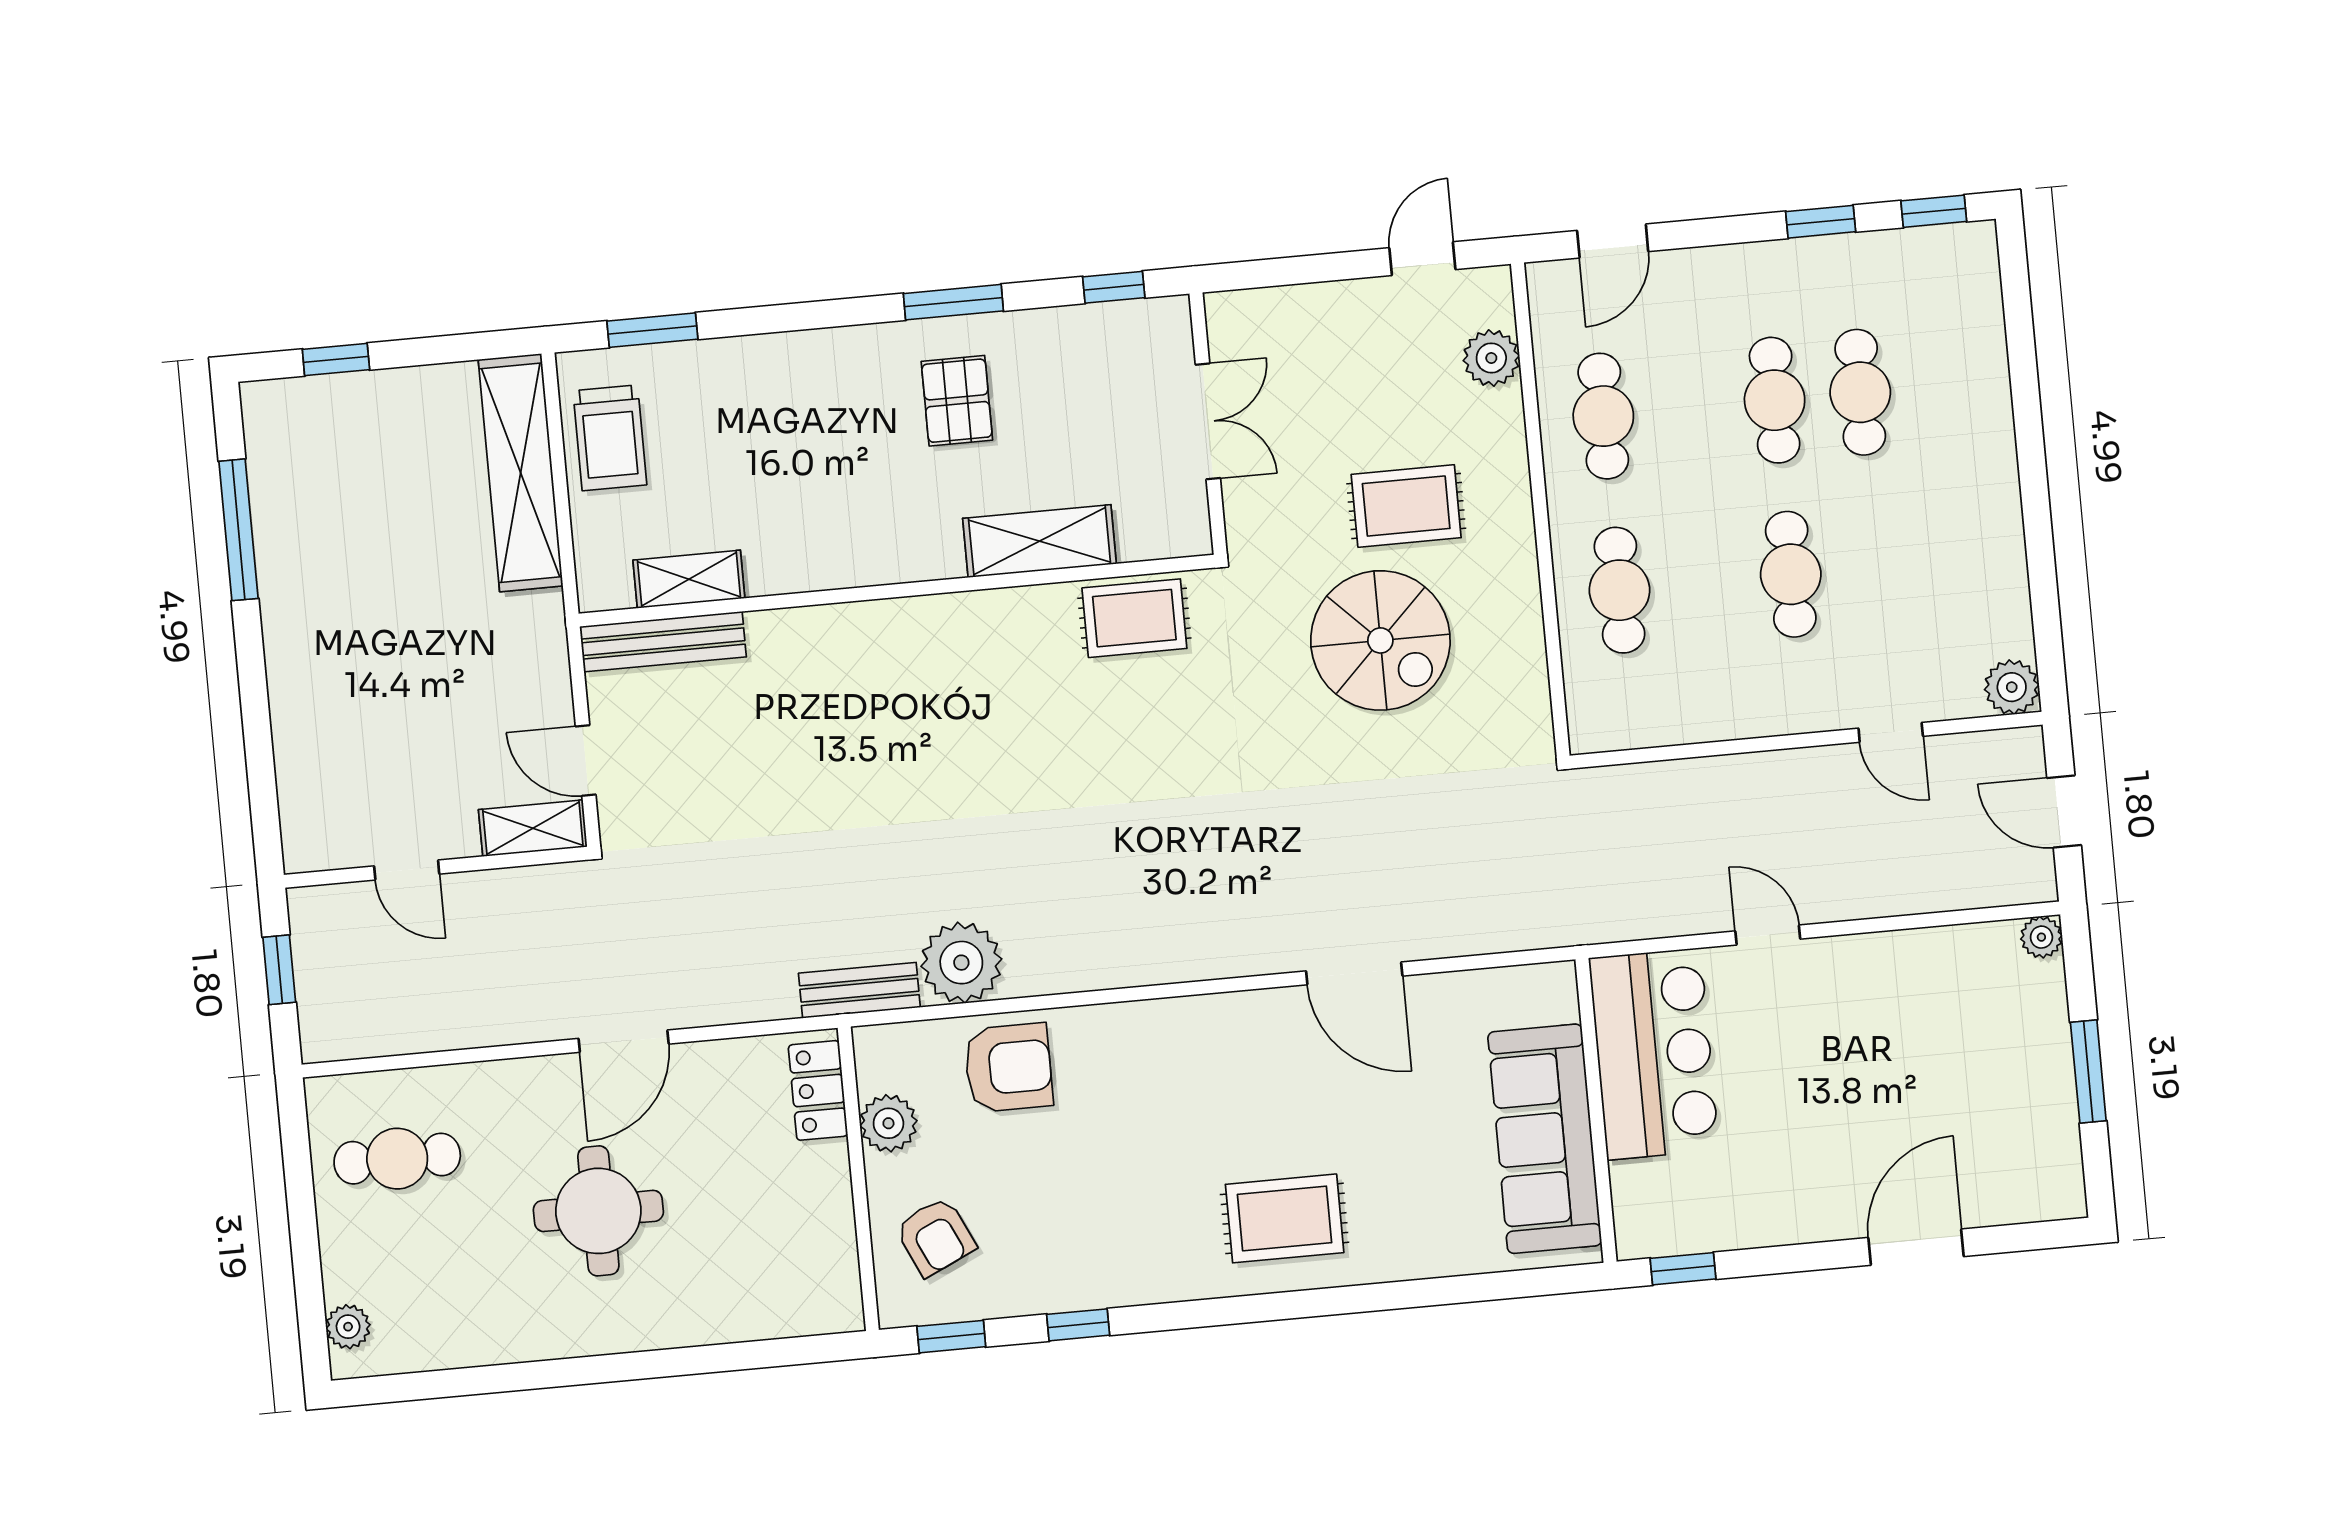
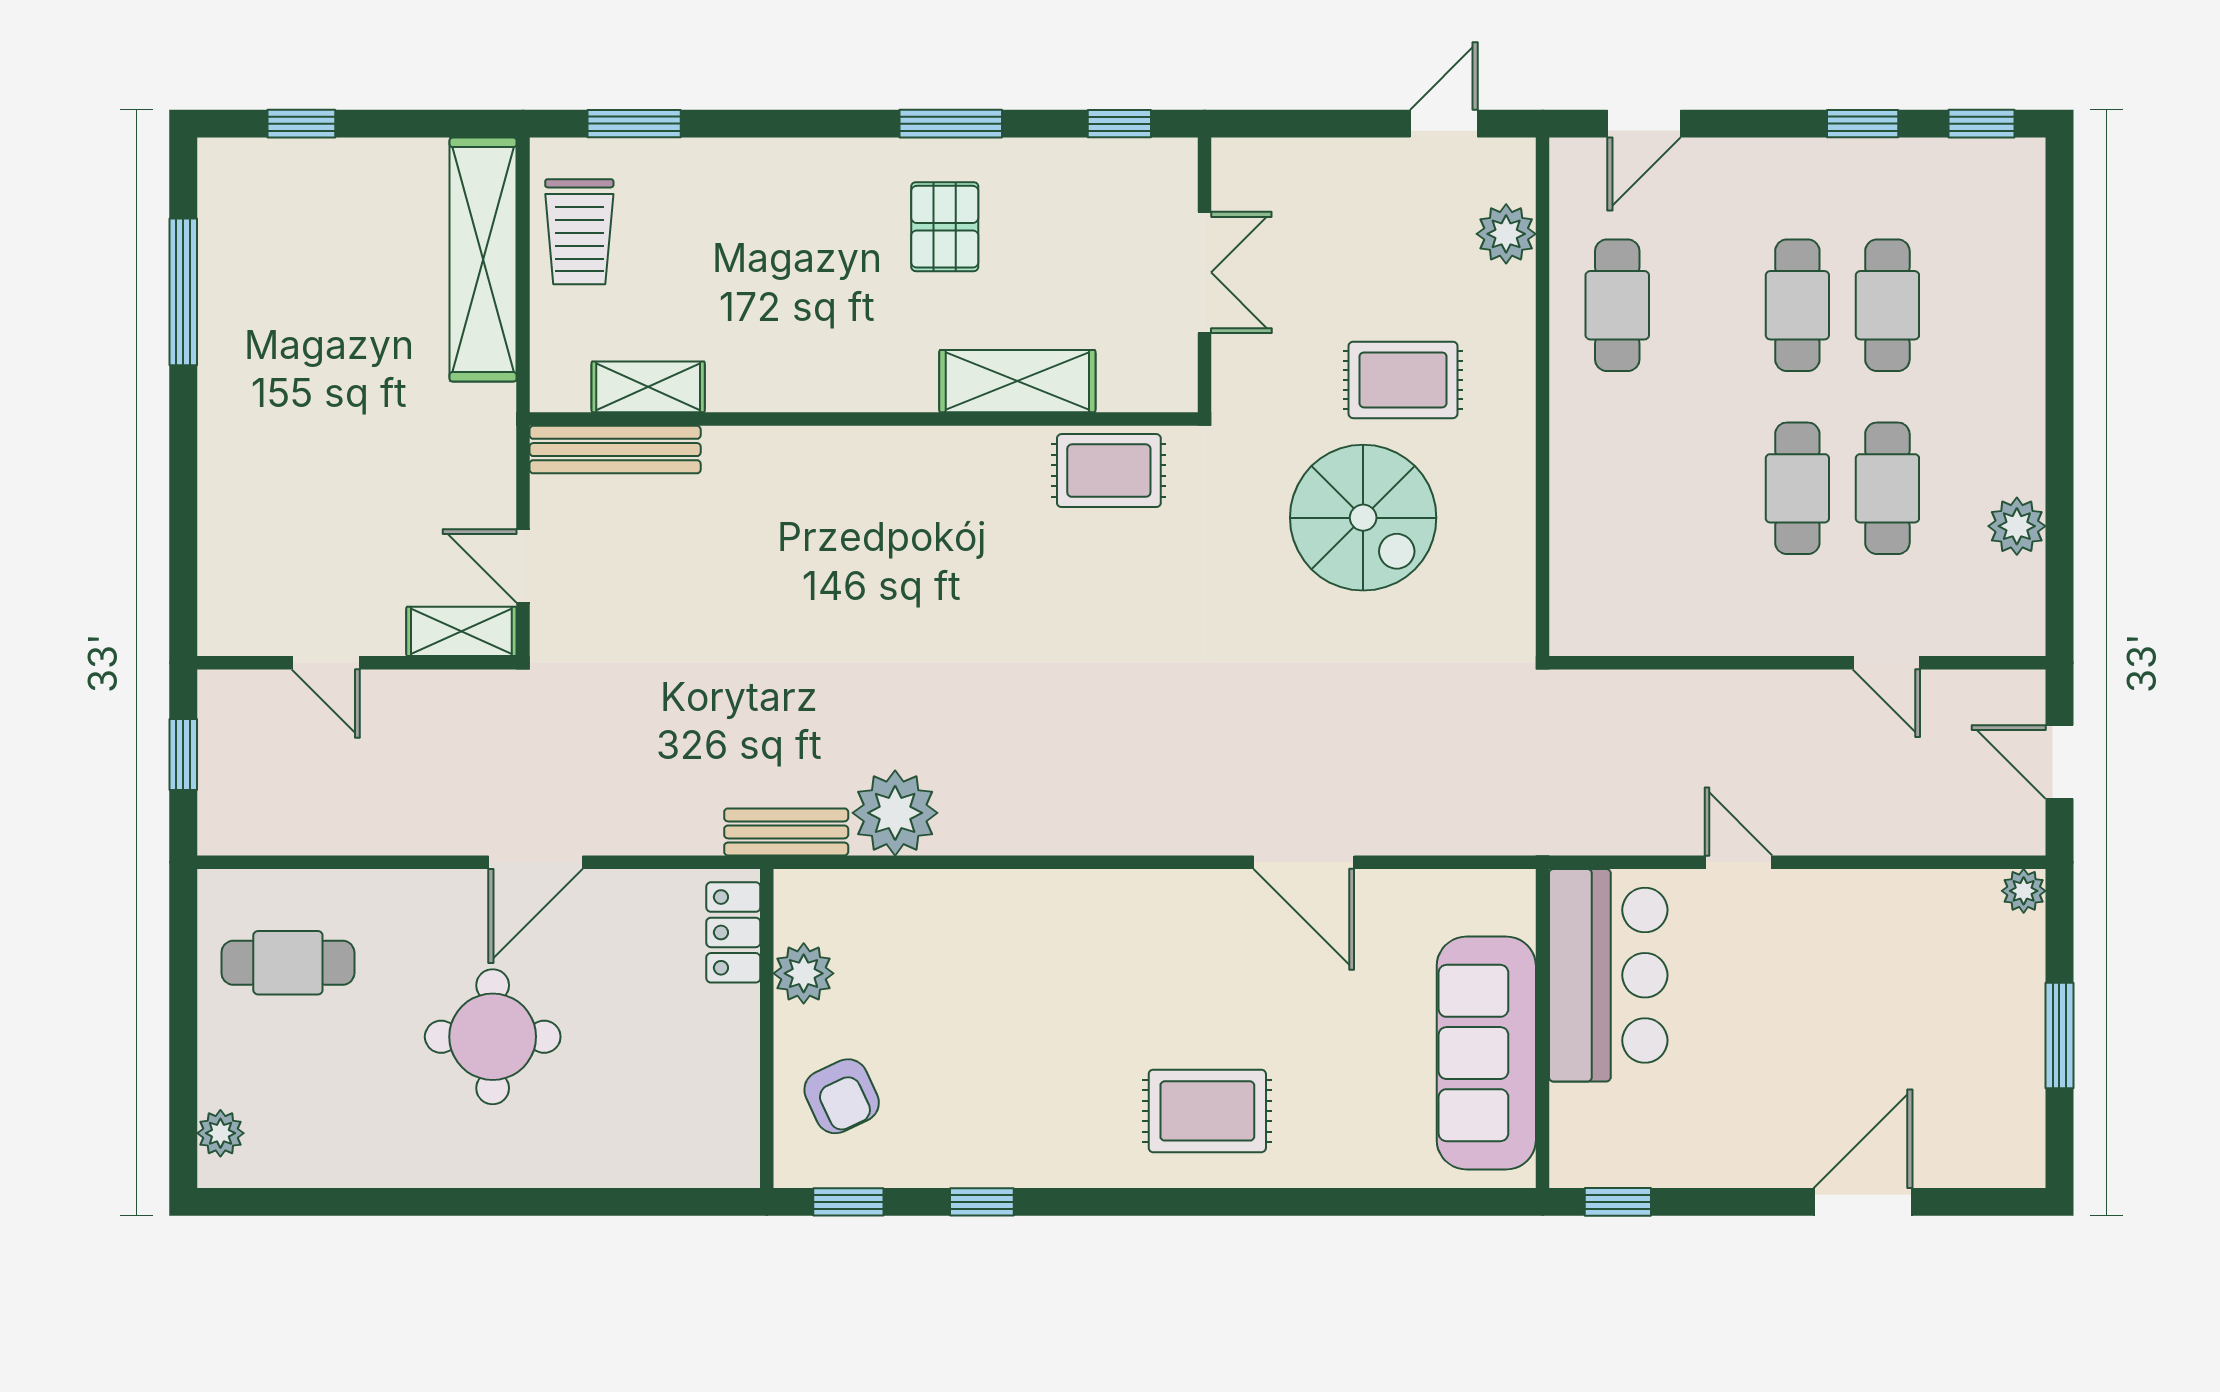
cafe table: (1619, 590) -> (1887, 488), moved
plant: (2012, 687) -> (2017, 526), moved
armchair: (1008, 1068) -> (934, 927), removed

